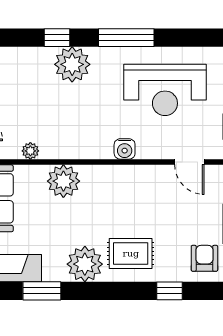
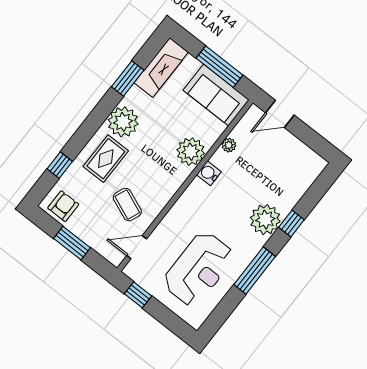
reception desk: (165, 90) -> (199, 269), turned 180
water cooler: (125, 149) -> (209, 173), moved
coffee table: (157, 201) -> (127, 205), added
armchair: (204, 258) -> (63, 206), turned -90

